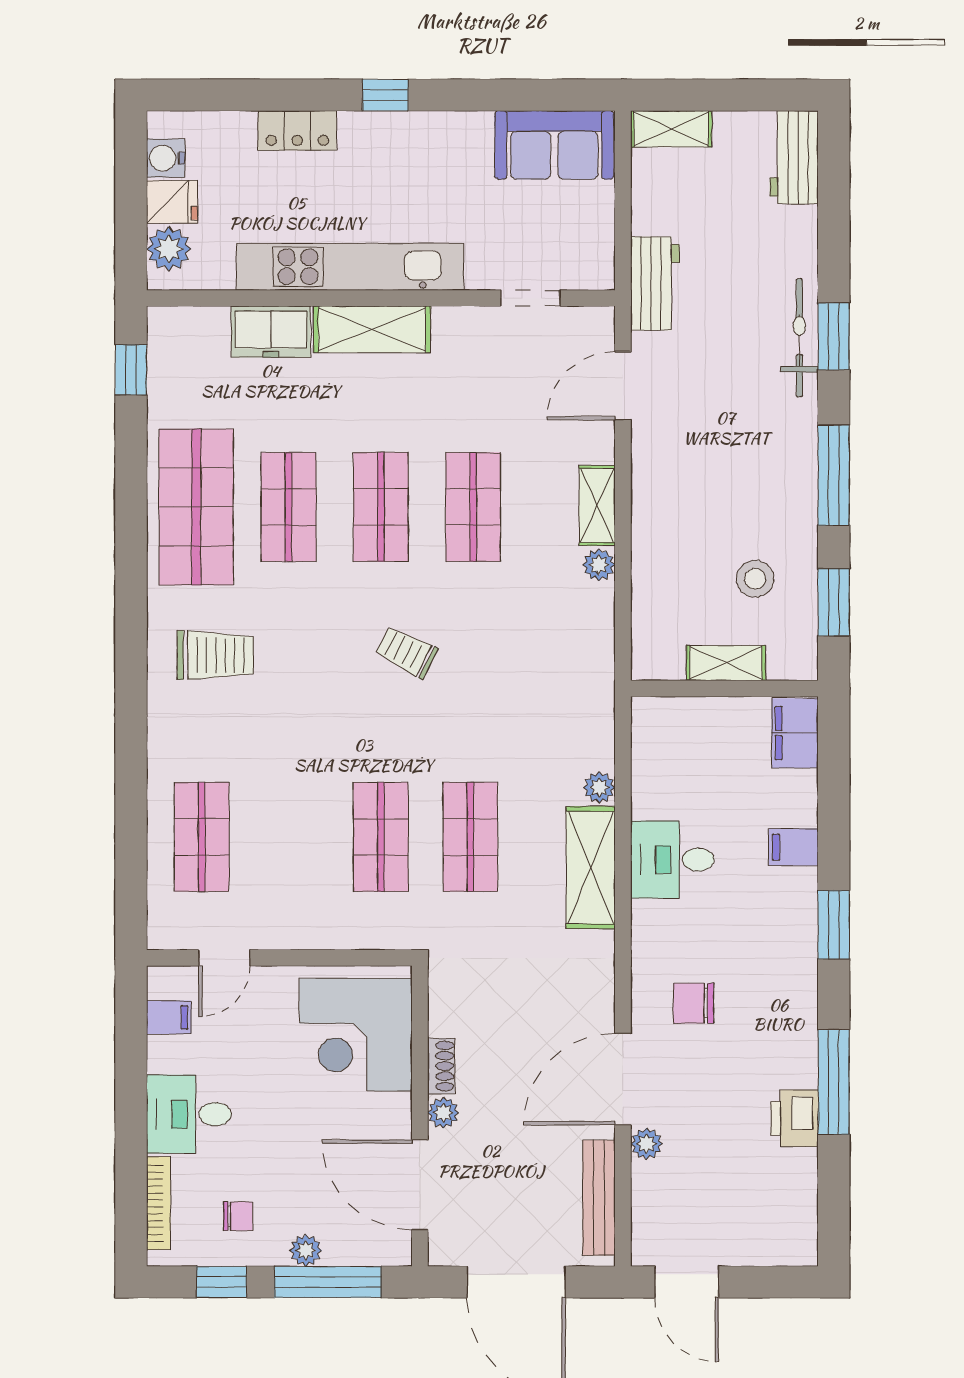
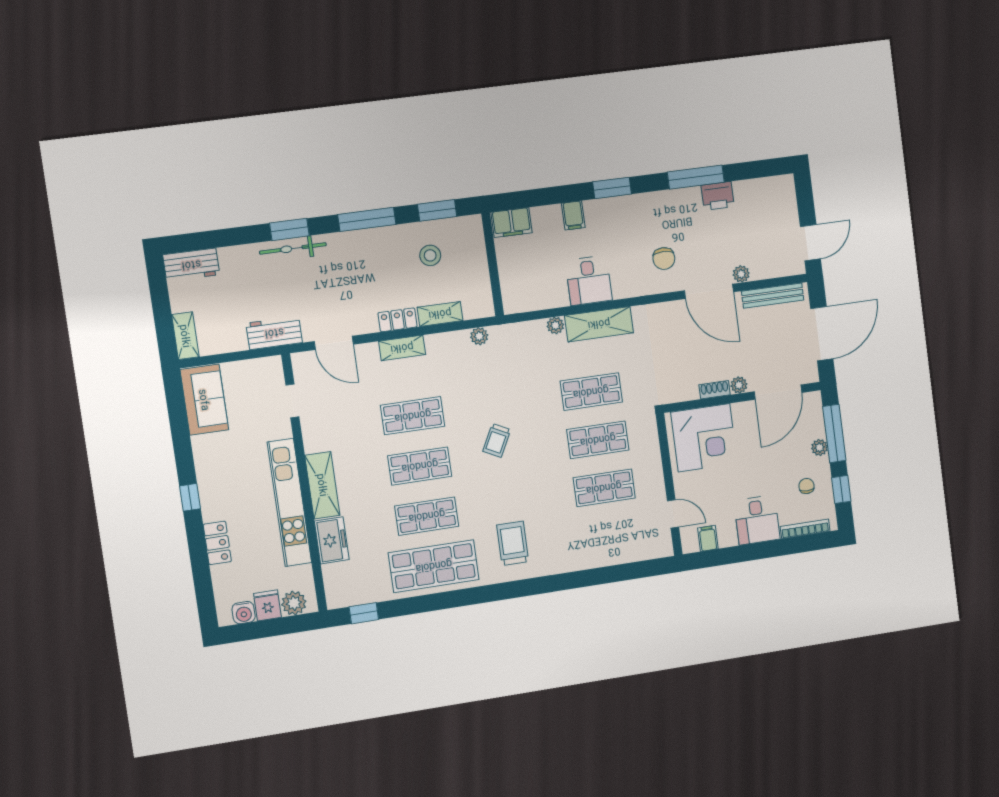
locker: (648, 504) -> (398, 320), added
plant: (599, 565) -> (479, 336), moved
shelving: (726, 663) -> (440, 314), moved, turned 90
shop shelf: (202, 837) -> (604, 488), moved

